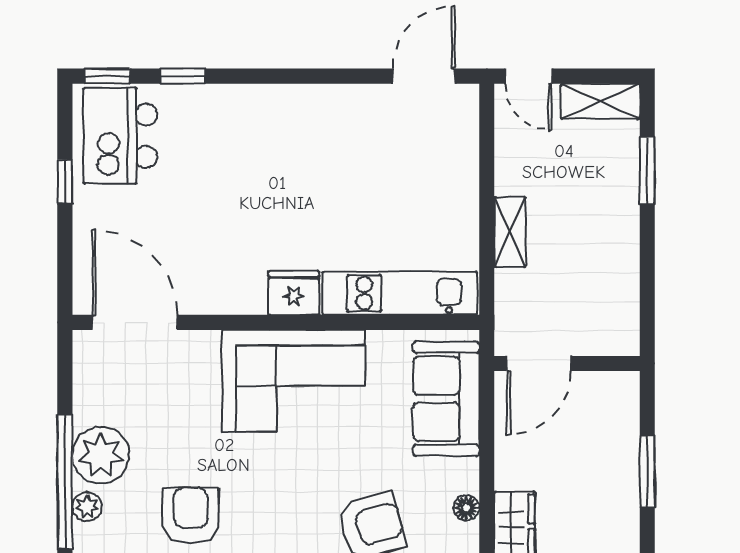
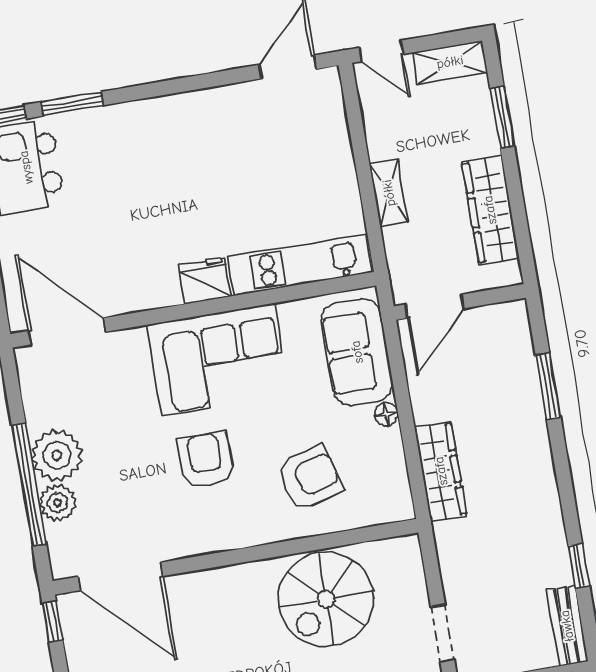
window: (183, 76) -> (72, 104), width x1.50
wardrobe: (617, 269) -> (490, 210), added
plant: (87, 507) -> (58, 503), width x1.38, depth x1.38
floor lamp: (466, 508) -> (386, 414), moved
armchair: (191, 516) -> (206, 460), moved

